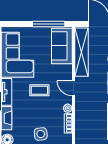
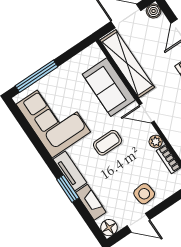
window: (49, 24) -> (37, 76), moved
sofa: (62, 46) -> (109, 87), moved

